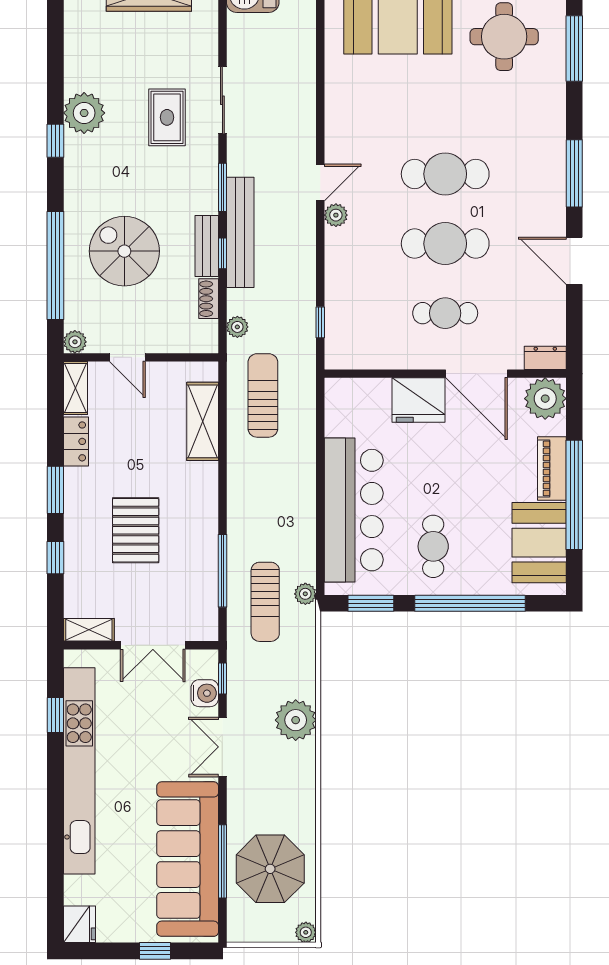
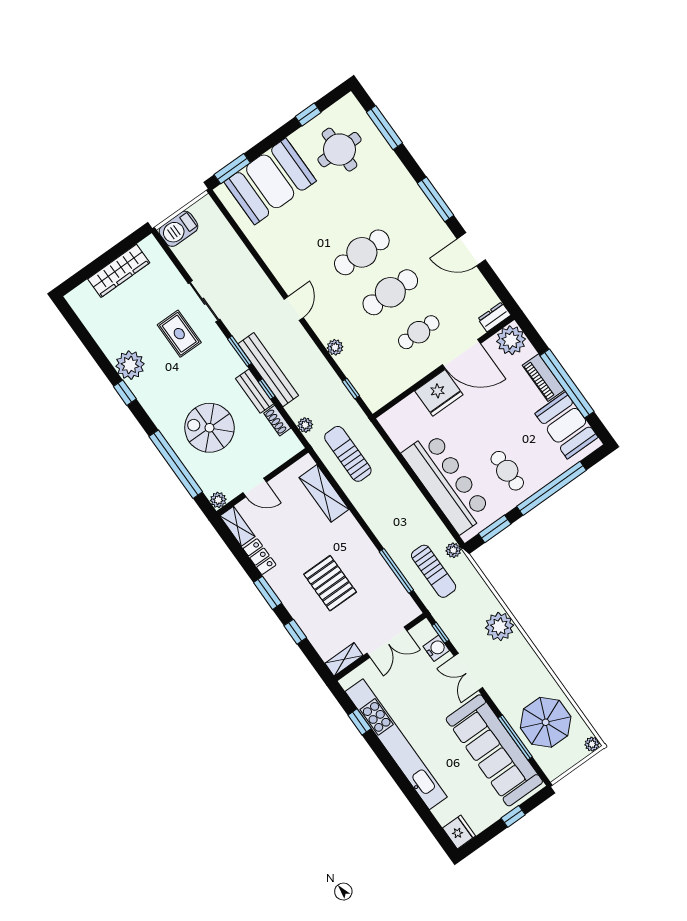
plant: (336, 215) -> (335, 347), moved

